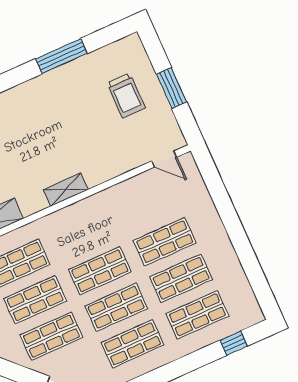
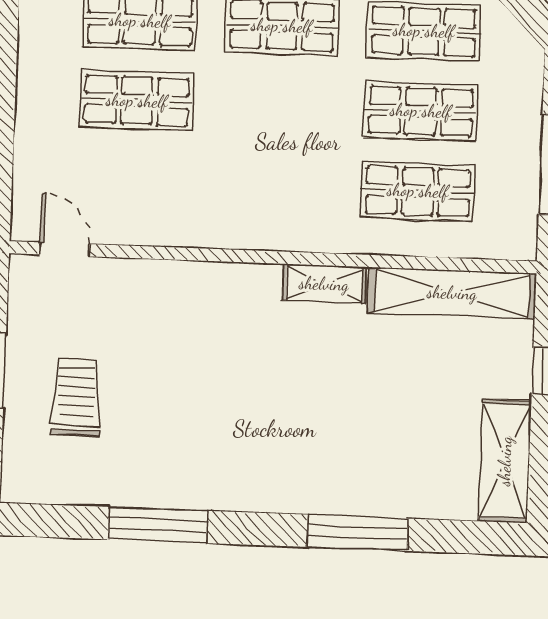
shelving: (66, 190) -> (324, 284), moved
shop shelf: (100, 271) -> (279, 106), removed

